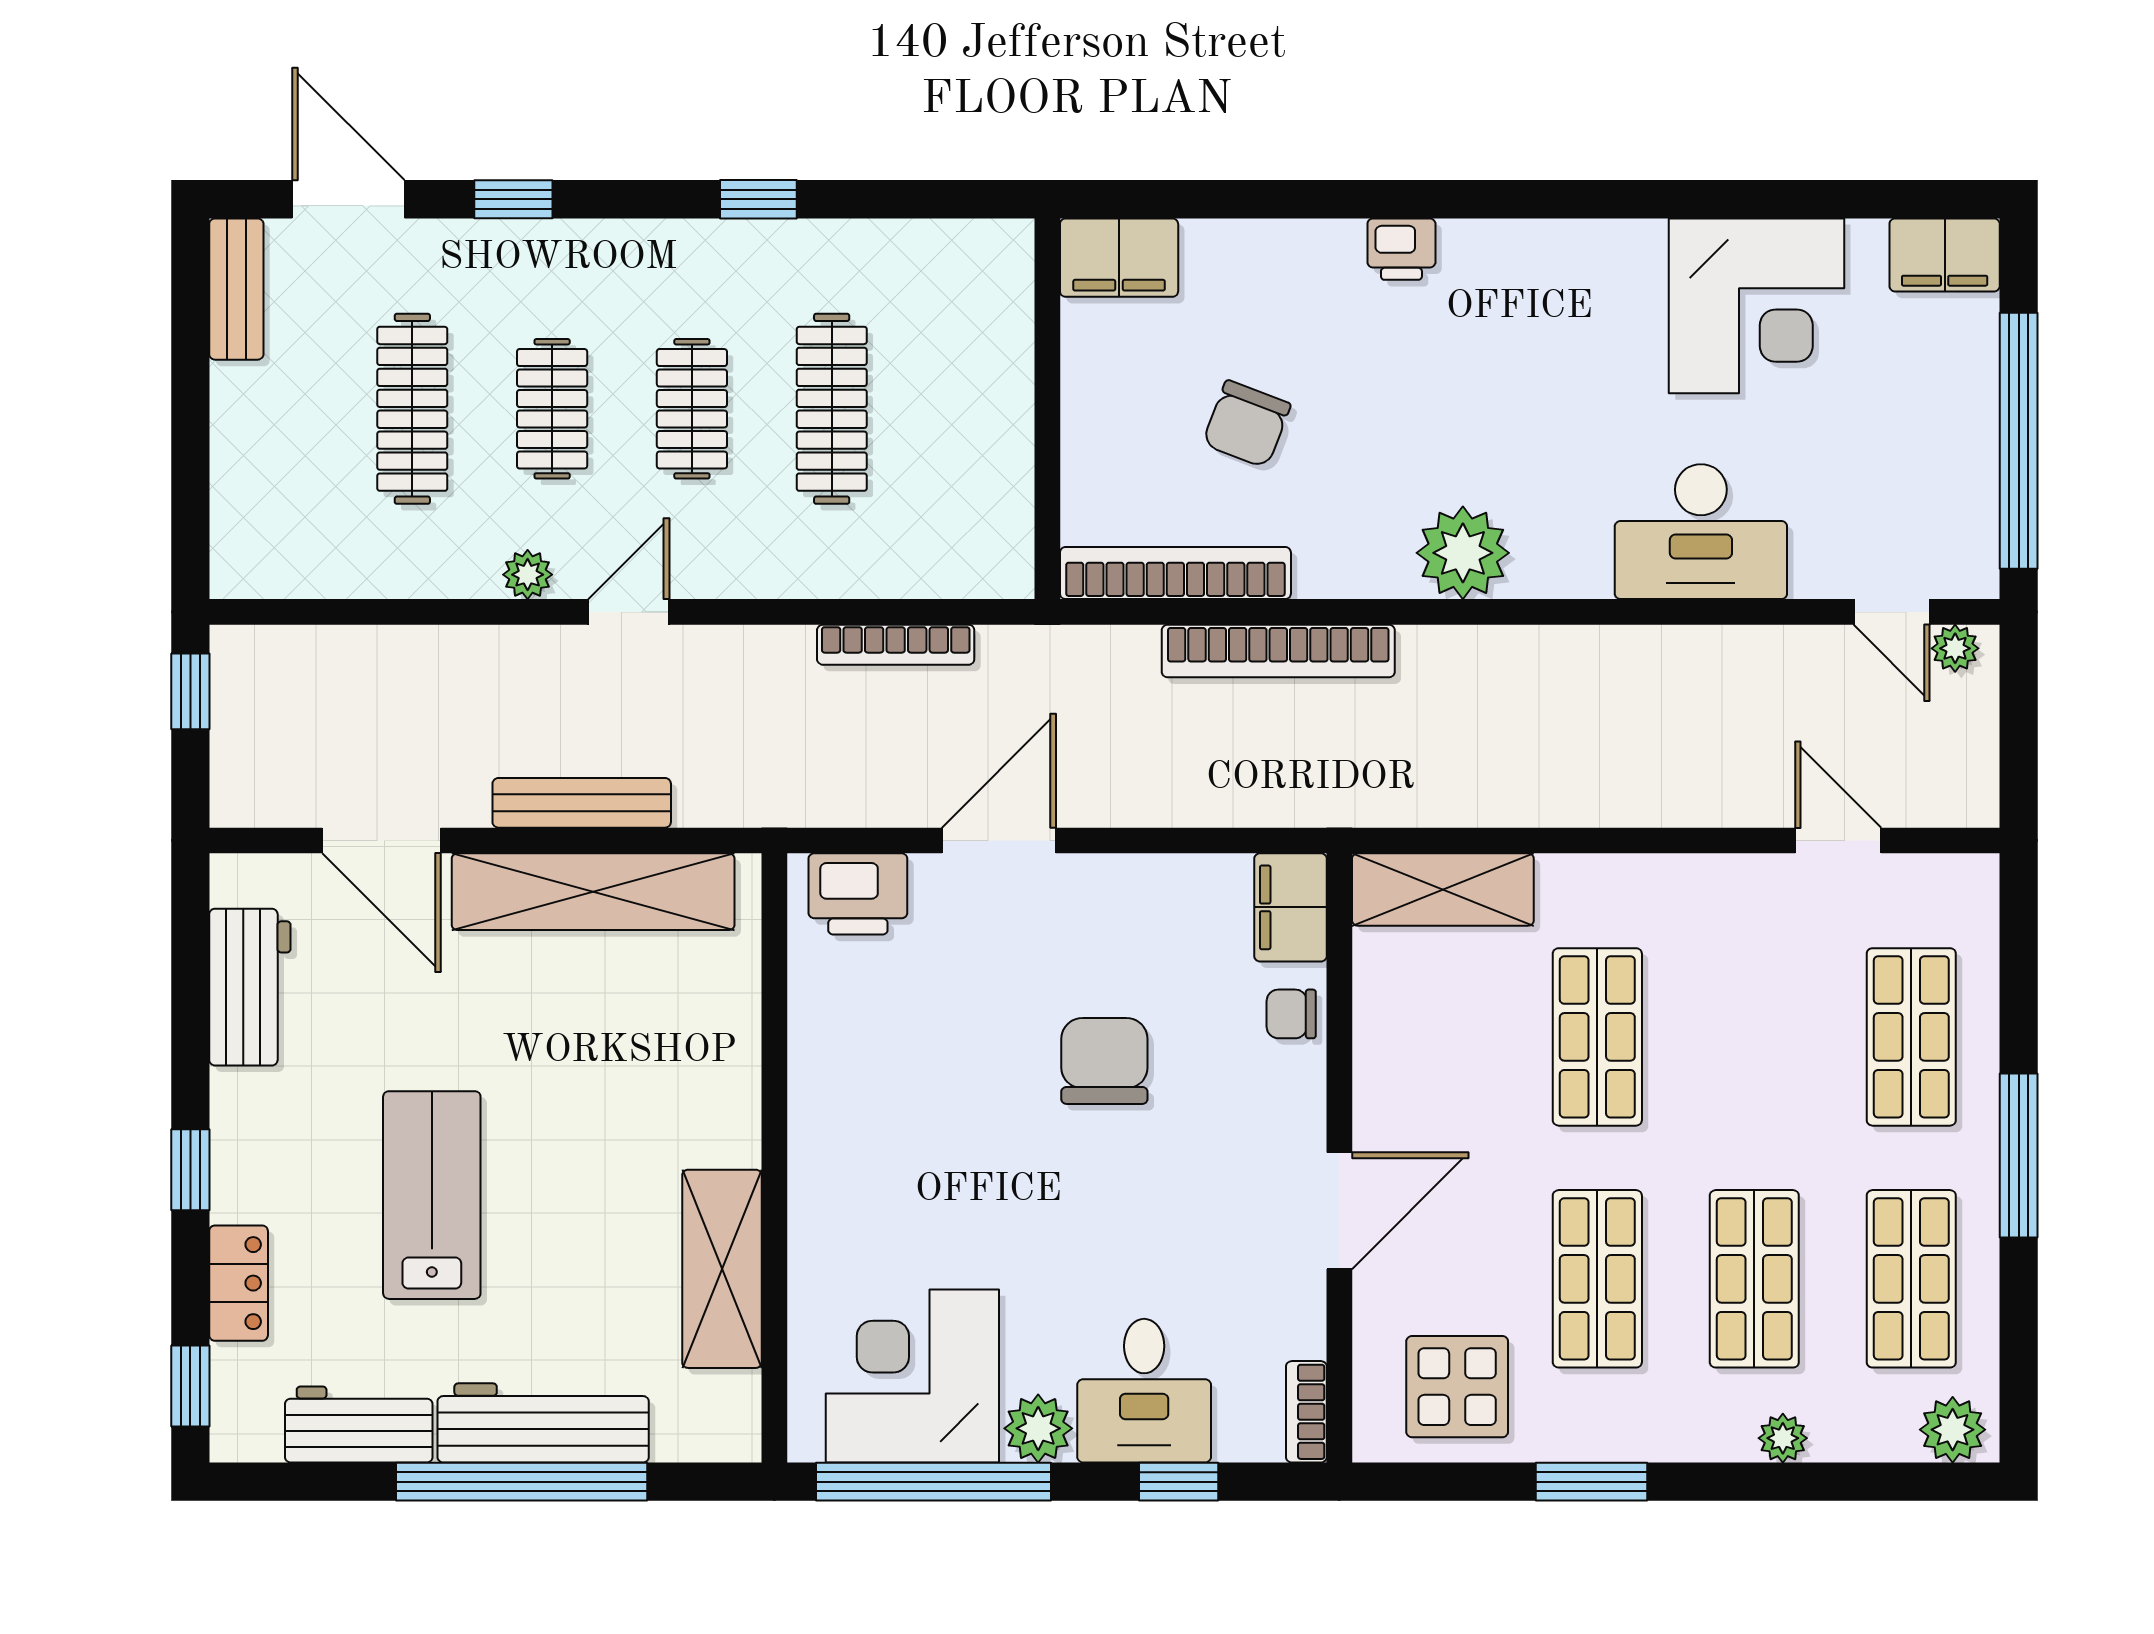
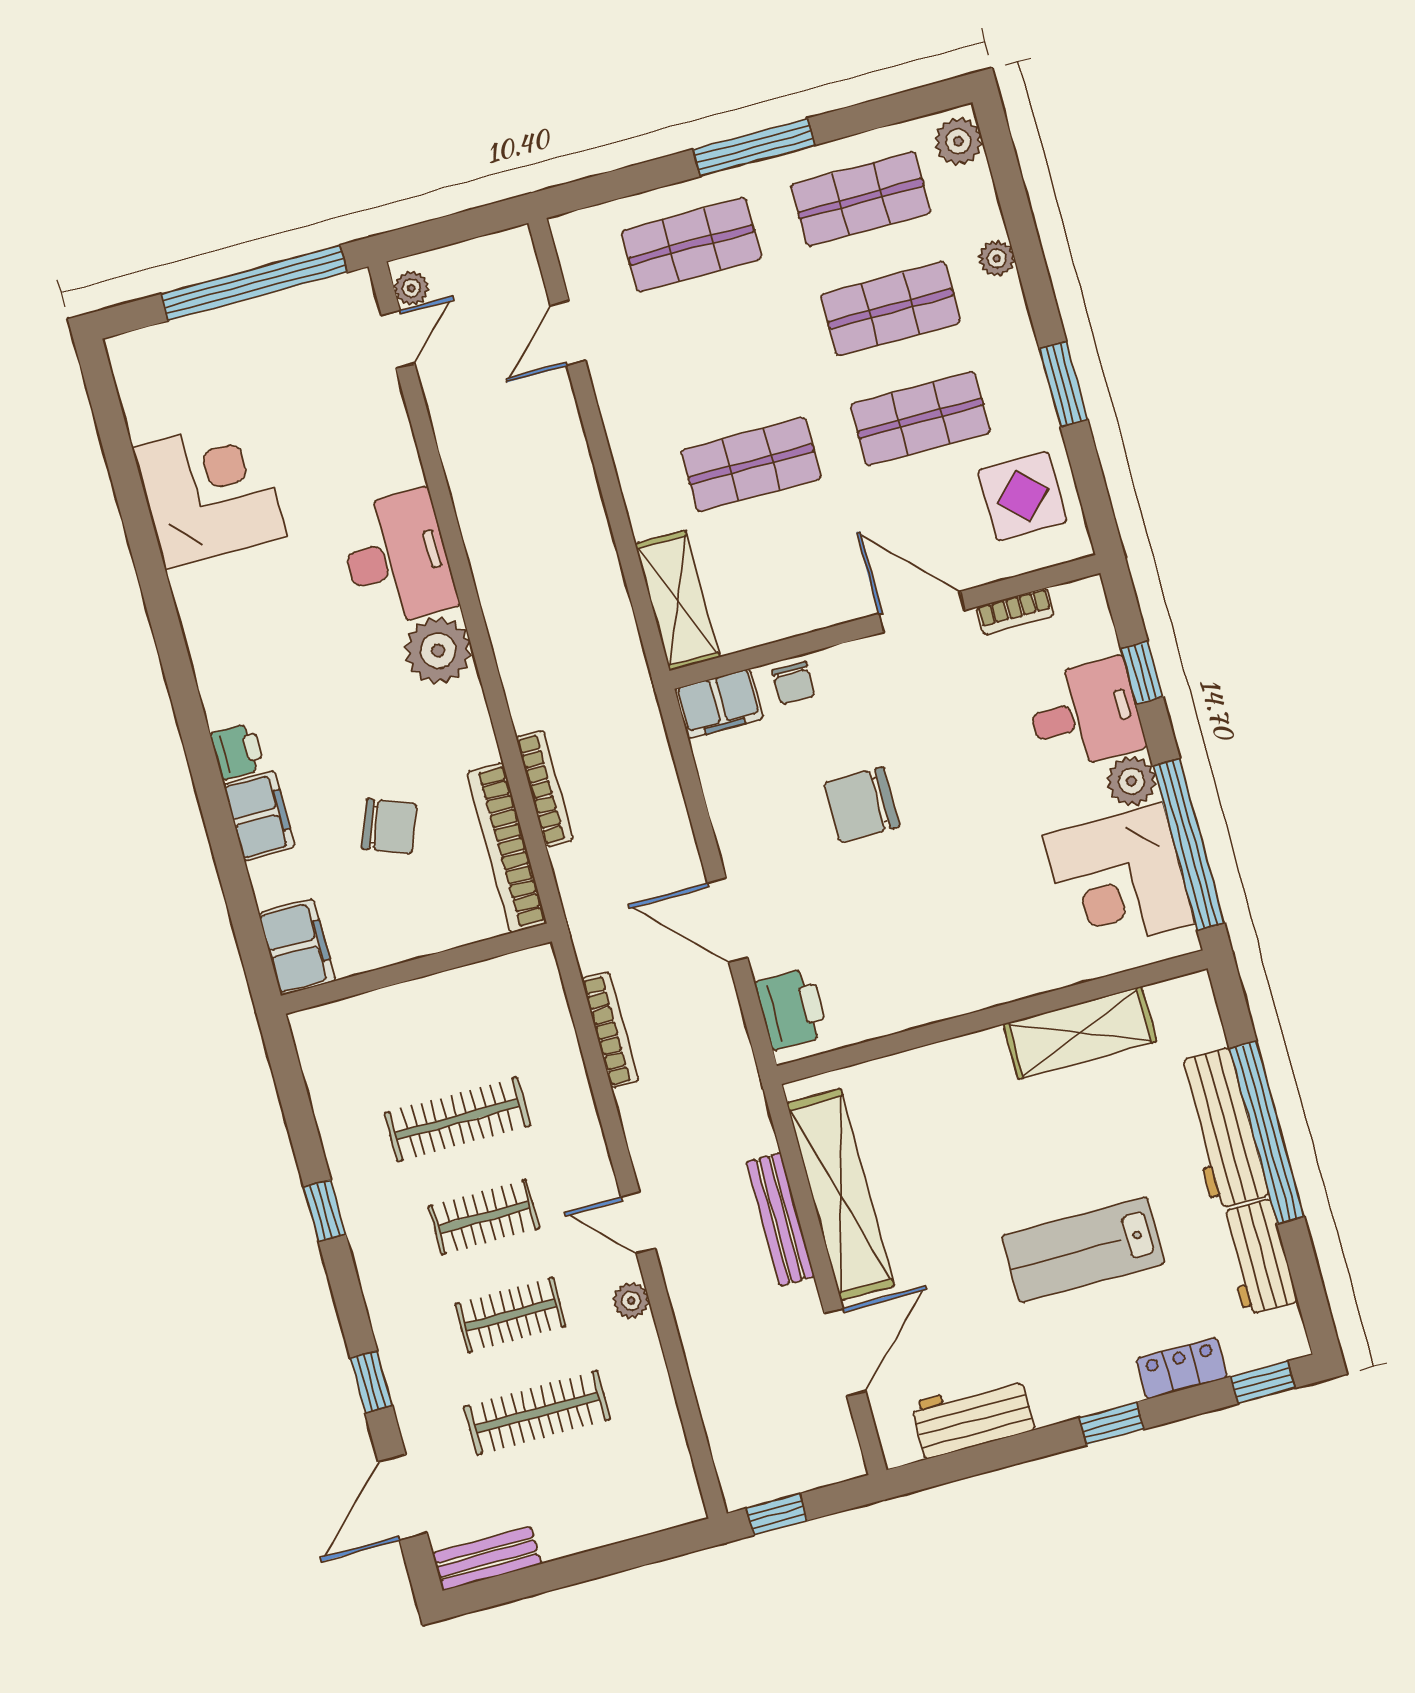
filing cabinet: (1945, 255) -> (259, 816), moved
desk: (1701, 532) -> (397, 558), moved
bookcase: (1278, 651) -> (545, 789), width x0.68, depth x0.76
bookcase: (1306, 1412) -> (1015, 611), moved

